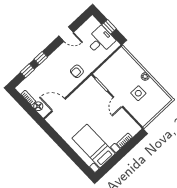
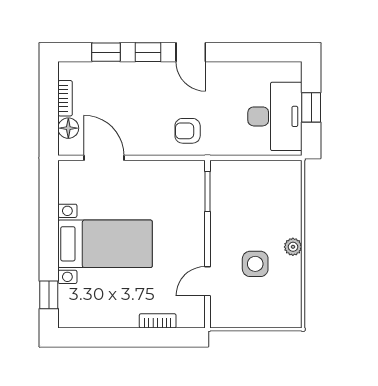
door: (66, 34) -> (191, 52), moved
desk: (100, 41) -> (275, 116), width x1.37
door: (118, 102) -> (208, 281), moved
bed with nightstands: (94, 146) -> (105, 244), moved, turned 90
window: (82, 165) -> (49, 295), added

